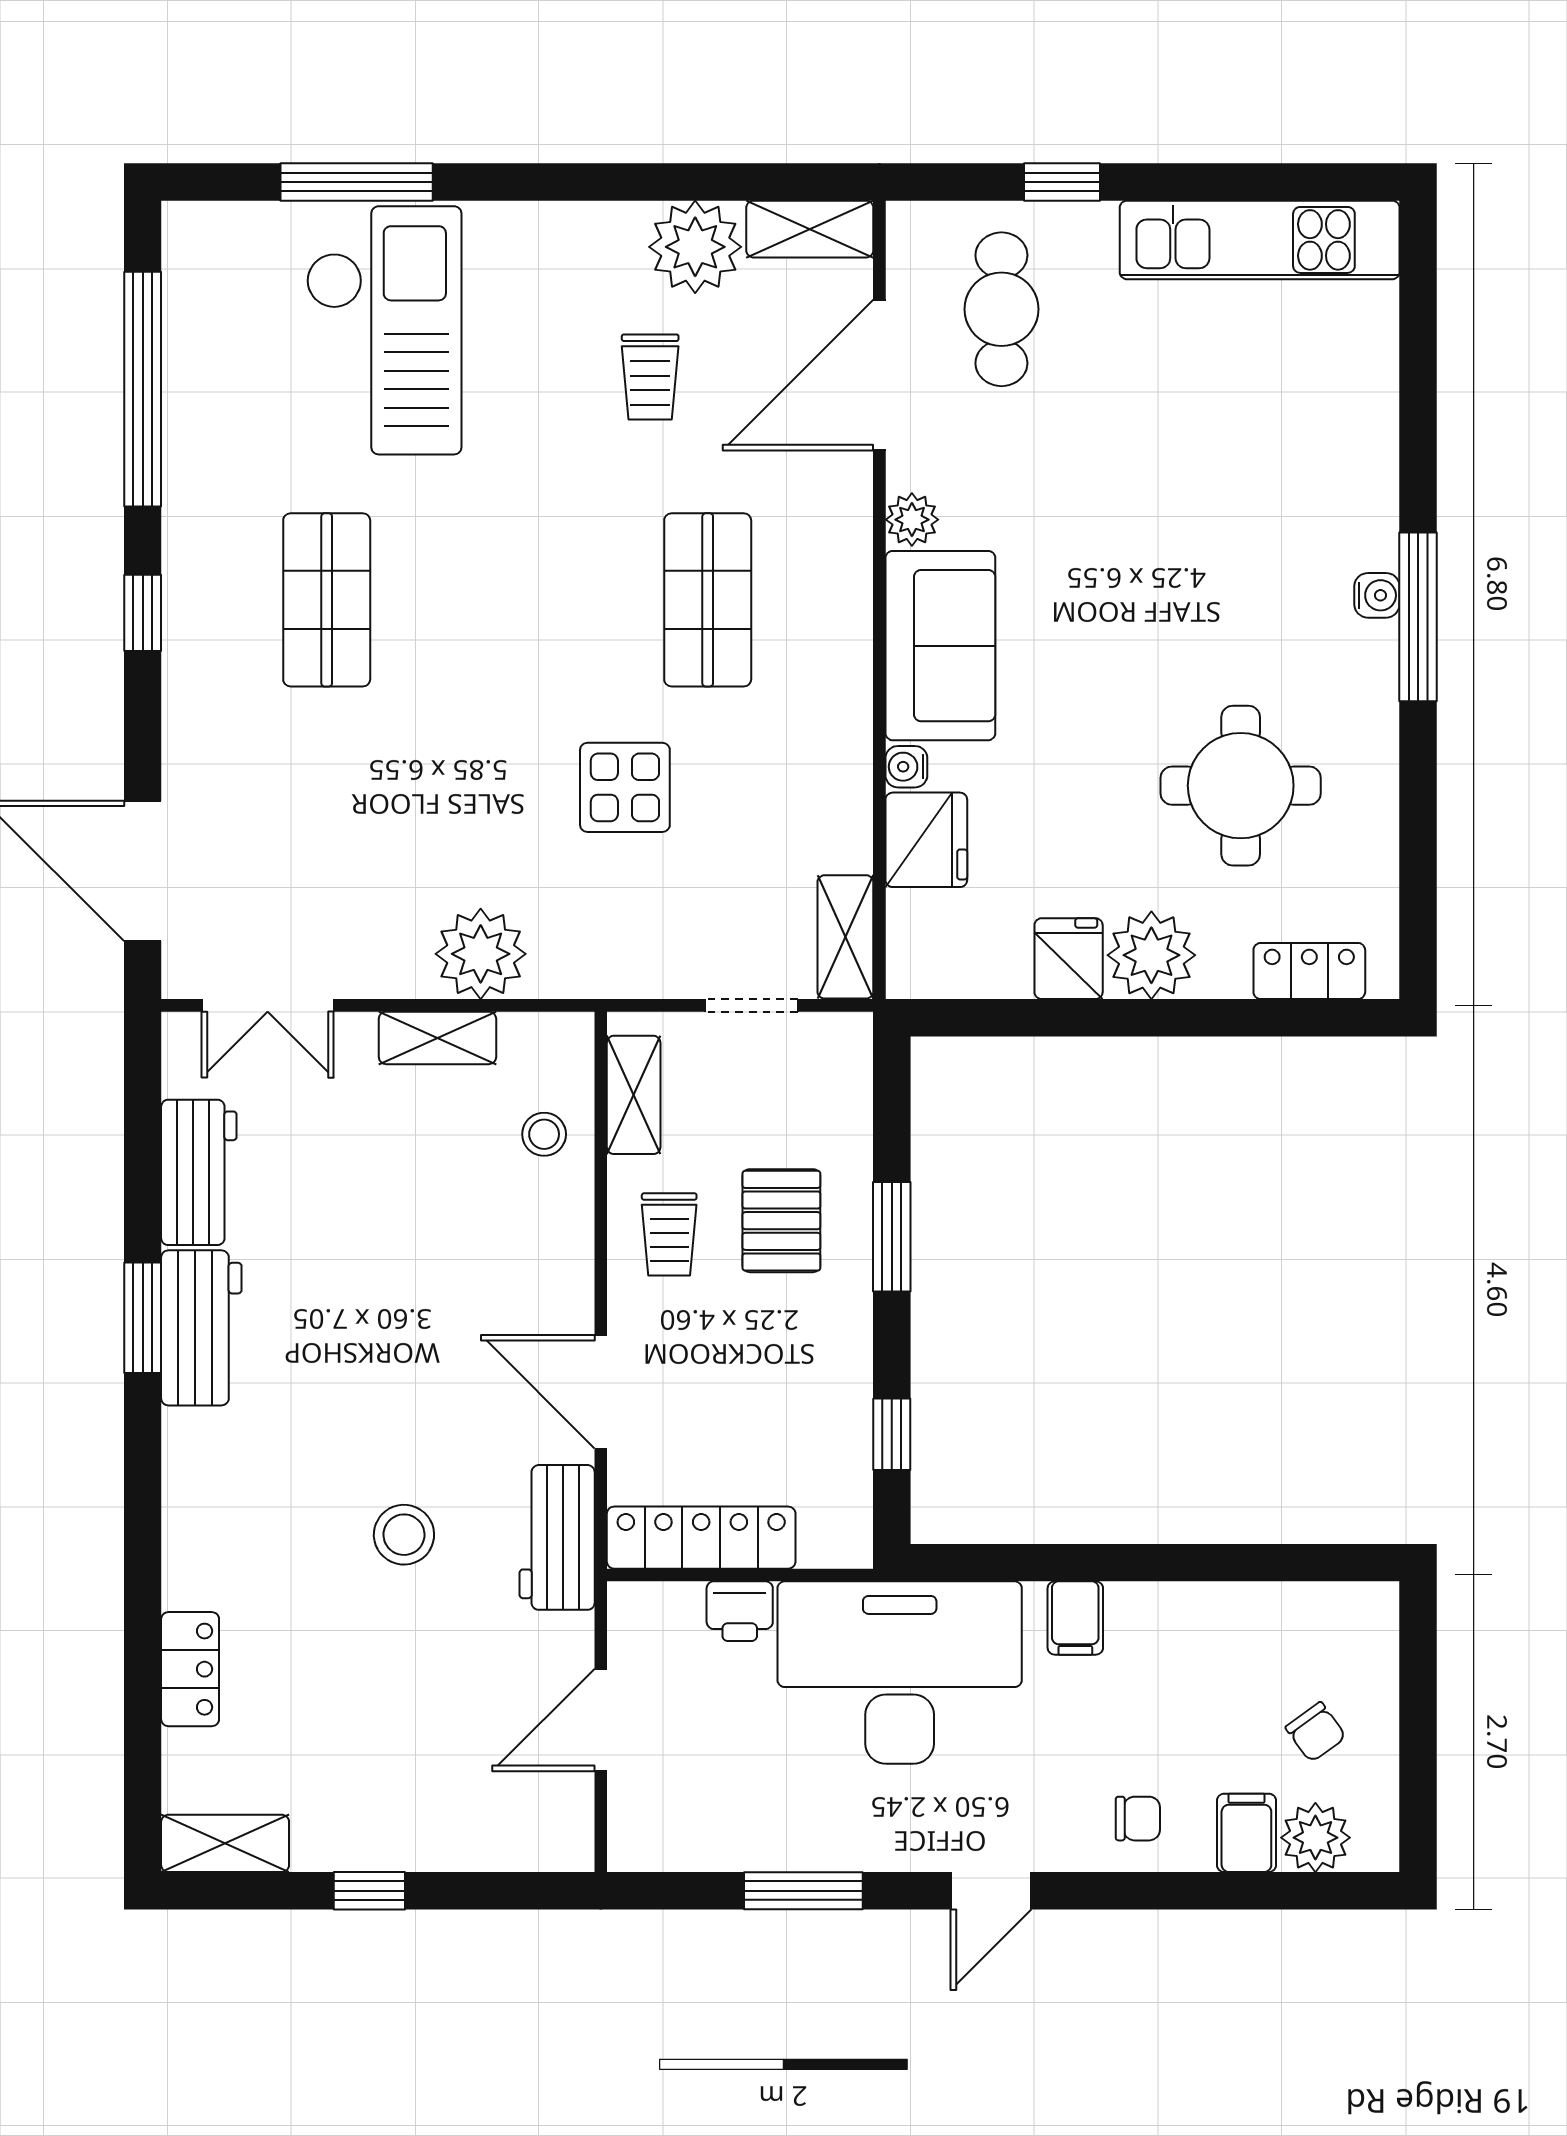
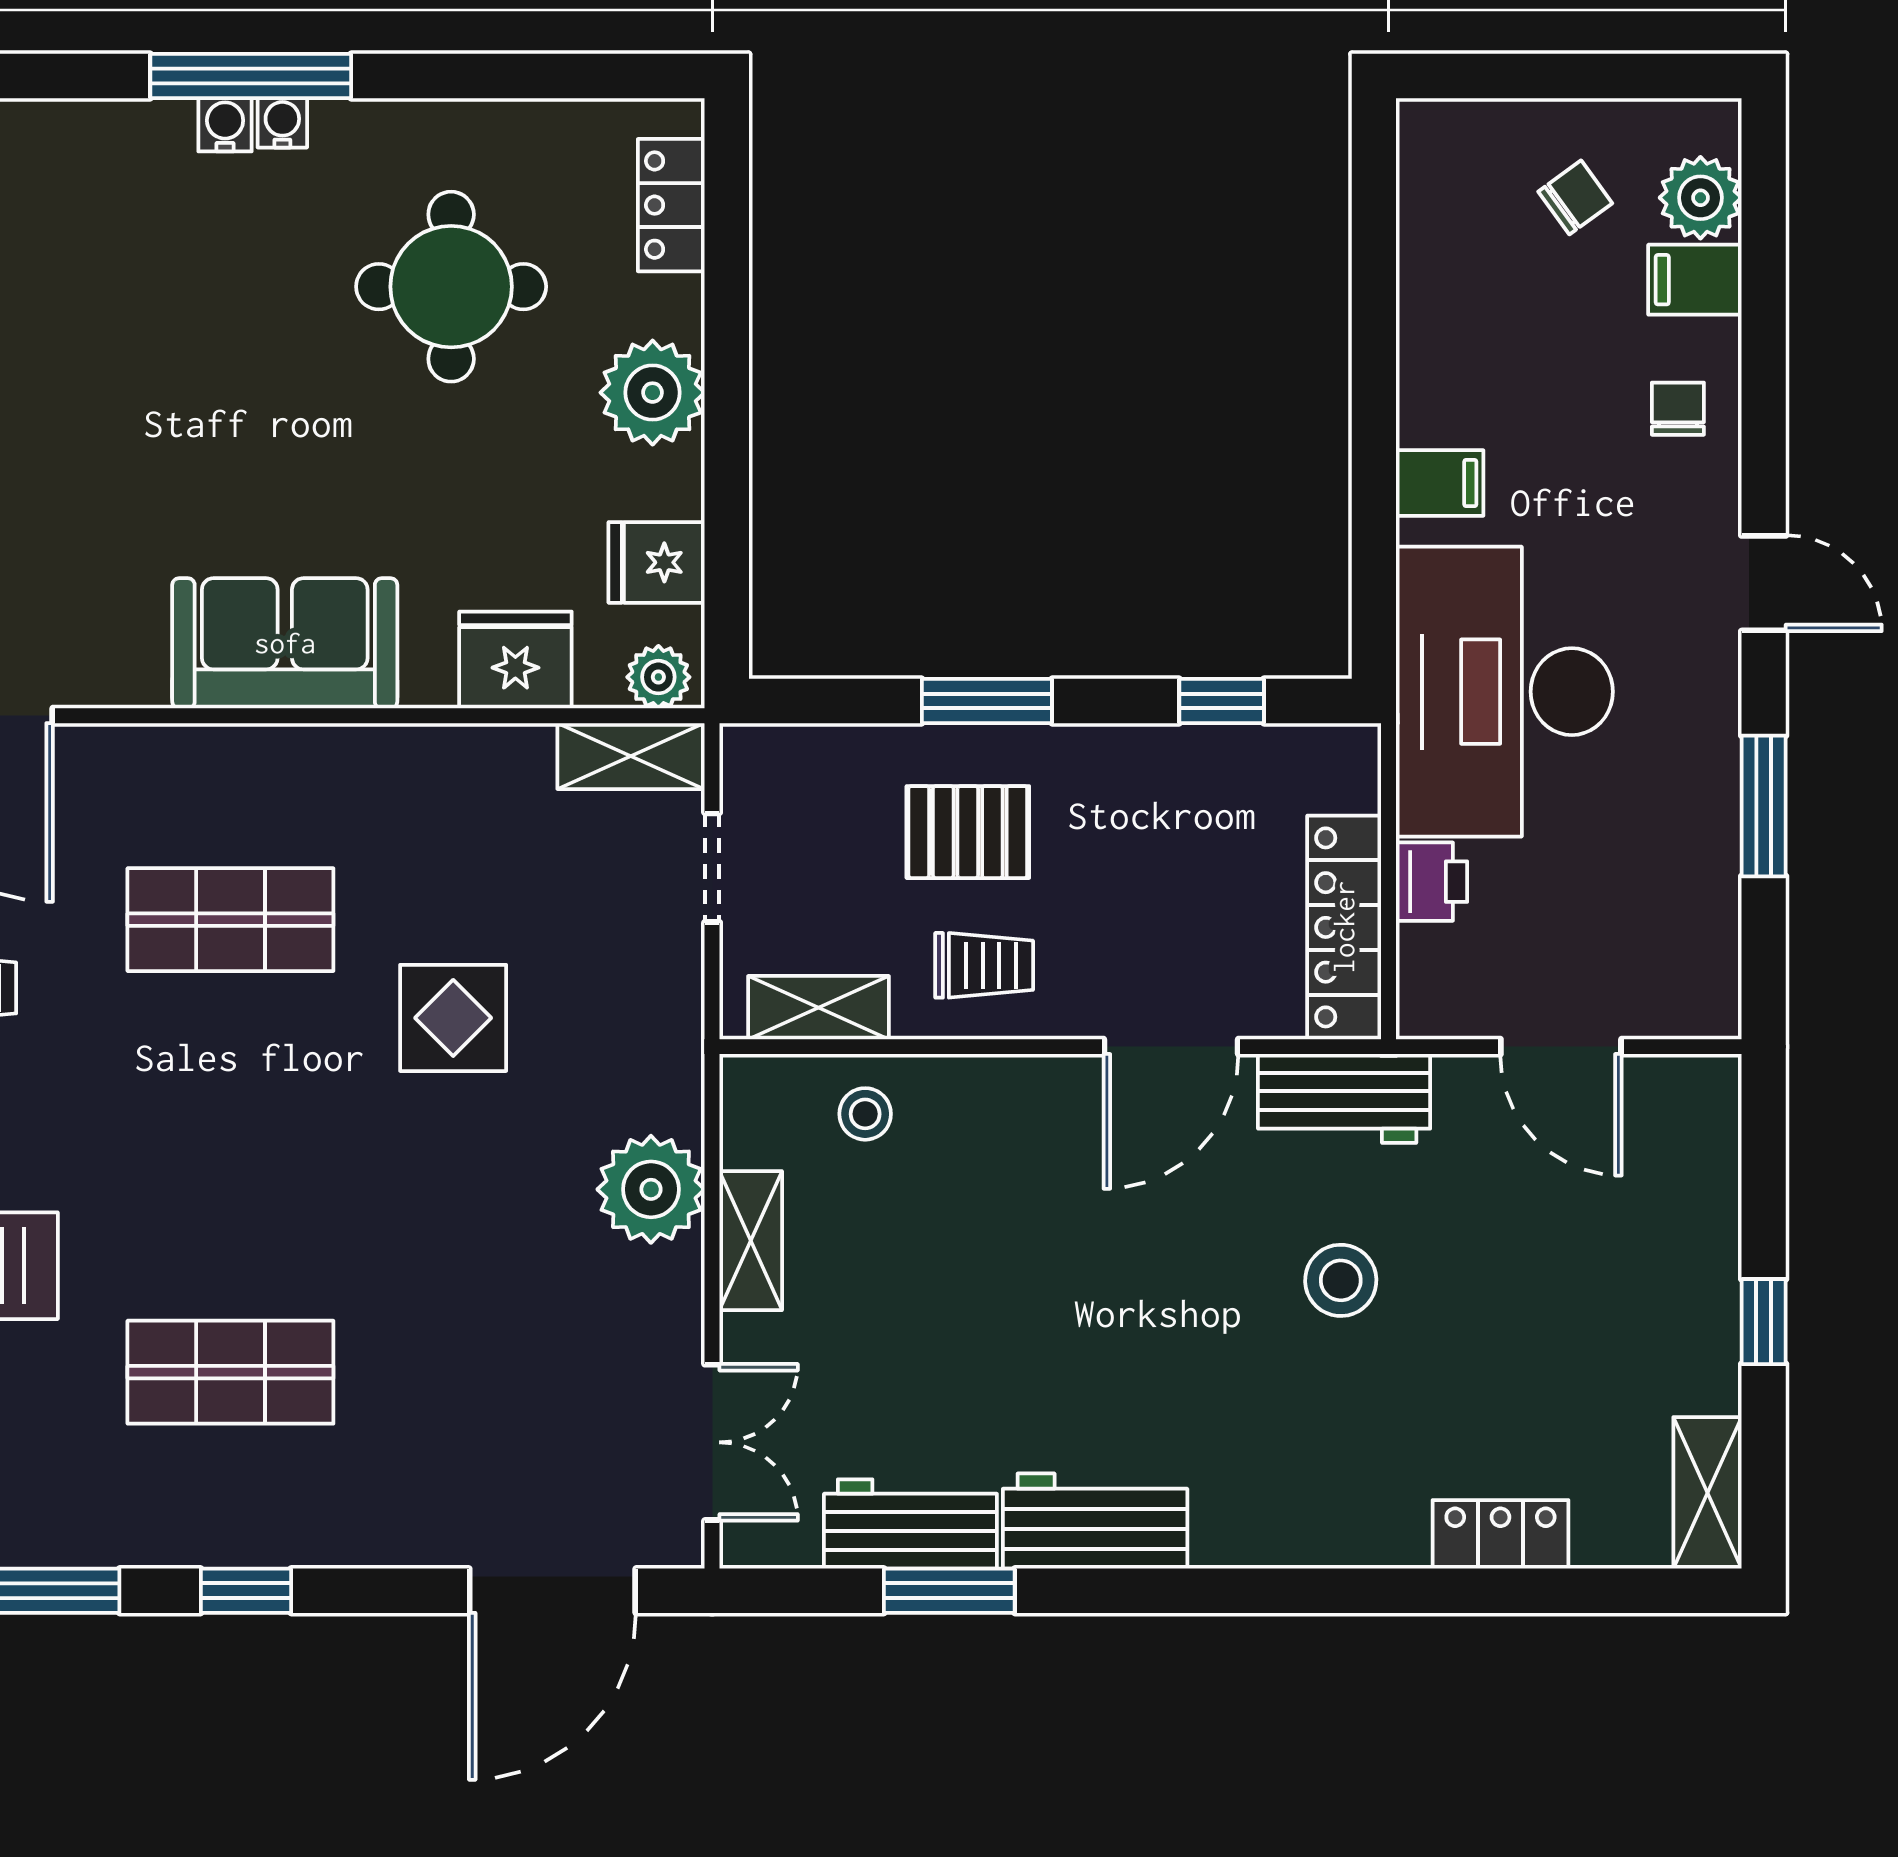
plant: (912, 520) -> (658, 677), moved
water cooler: (906, 767) -> (282, 123), moved, turned 180
fridge: (1069, 959) -> (657, 562), moved
window: (143, 1318) -> (949, 1591), moved

